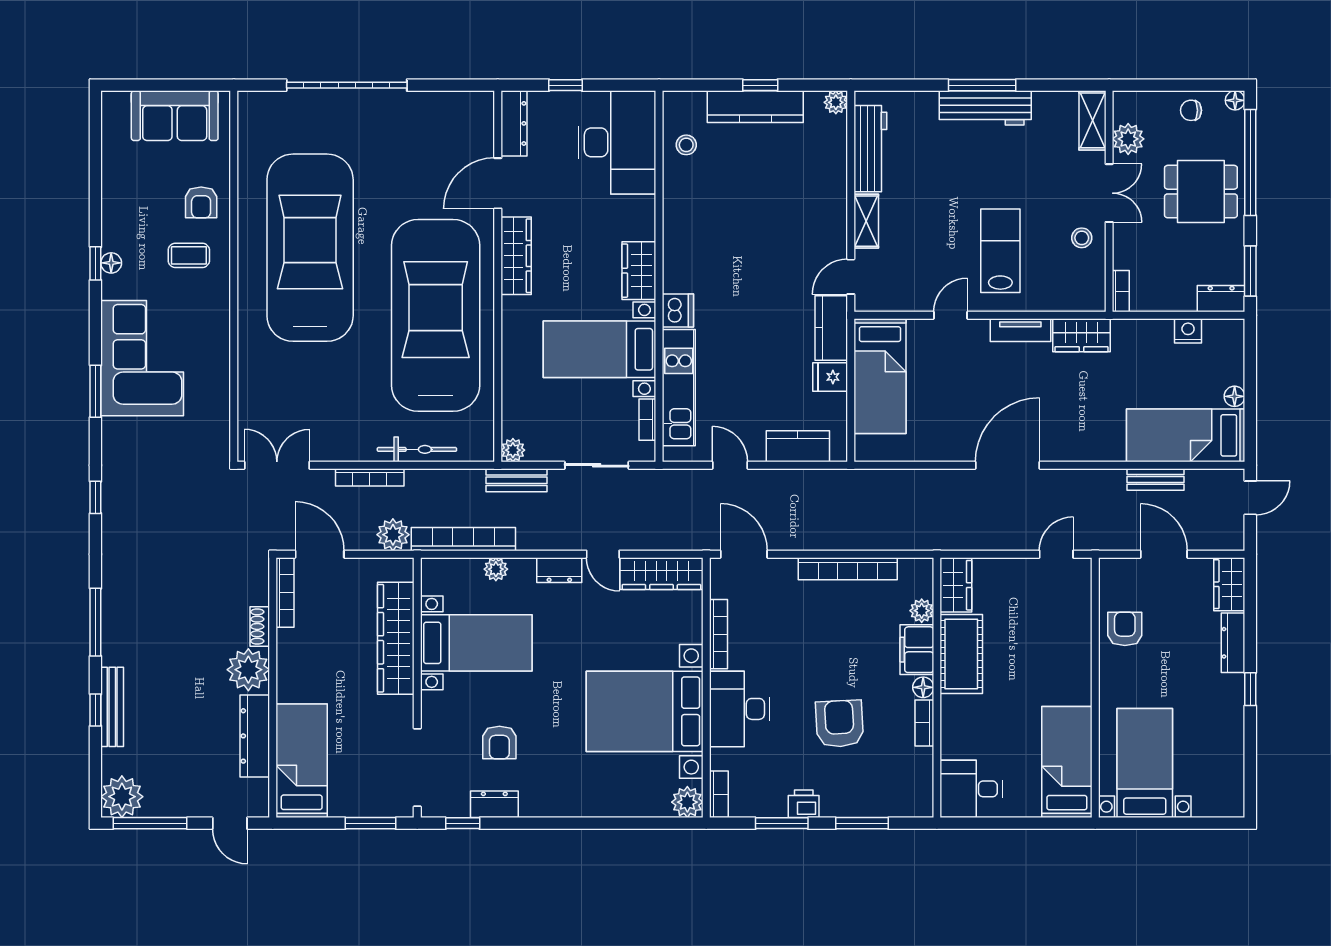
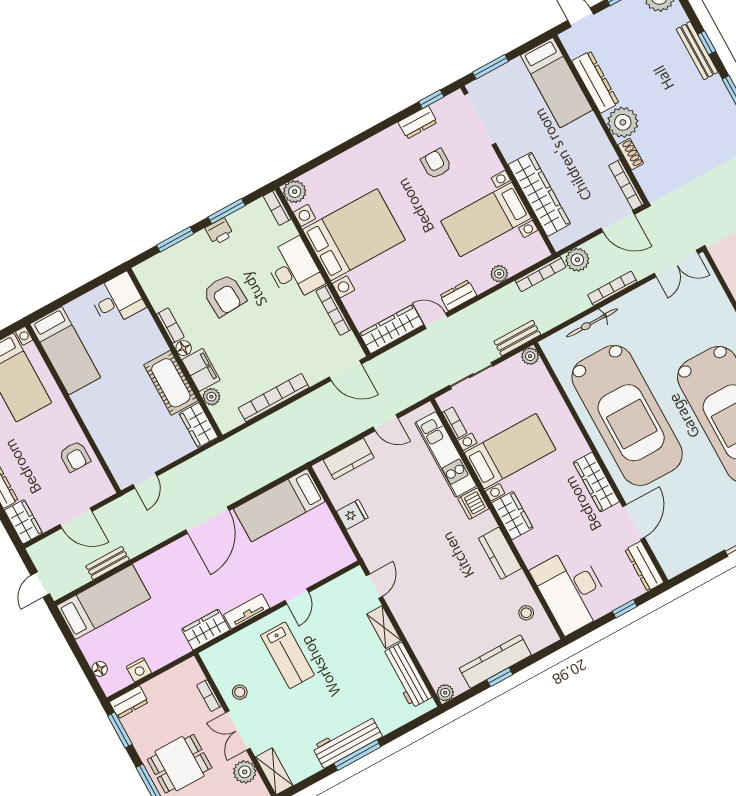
bookcase: (1121, 291) -> (209, 696), moved
kitchen counter: (831, 328) -> (500, 553), moved, turned 180
bed: (880, 376) -> (279, 505), moved, turned -90
floor lamp: (1235, 396) -> (100, 669), moved
bookcase: (463, 539) -> (541, 274), width x0.68, depth x0.76

